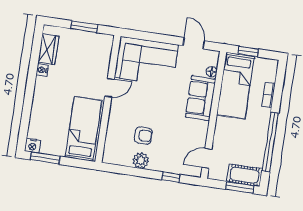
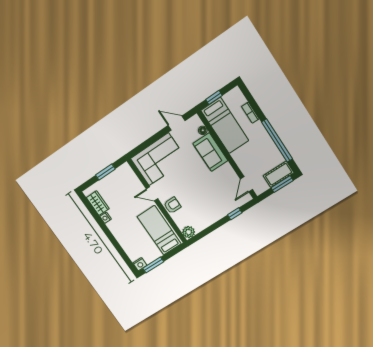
door: (110, 88) -> (152, 194), swing flipped
armchair: (143, 135) -> (172, 205), moved
plant: (141, 161) -> (189, 232), moved

